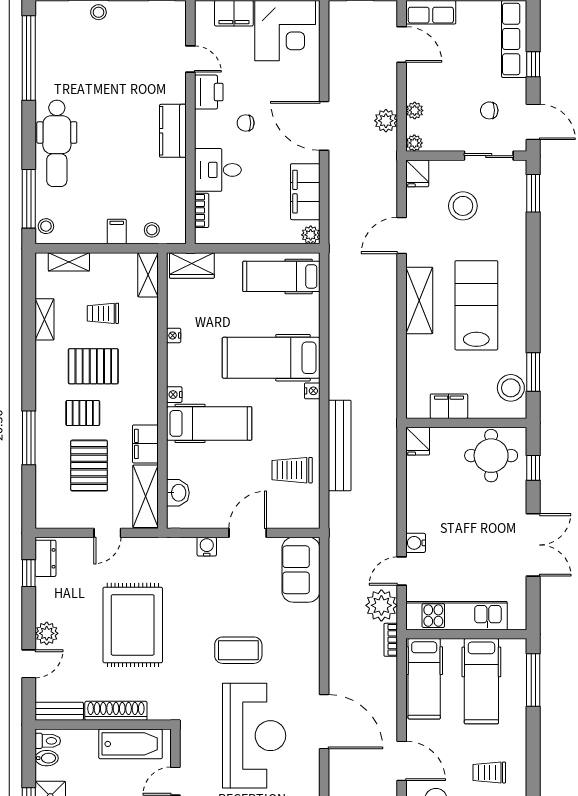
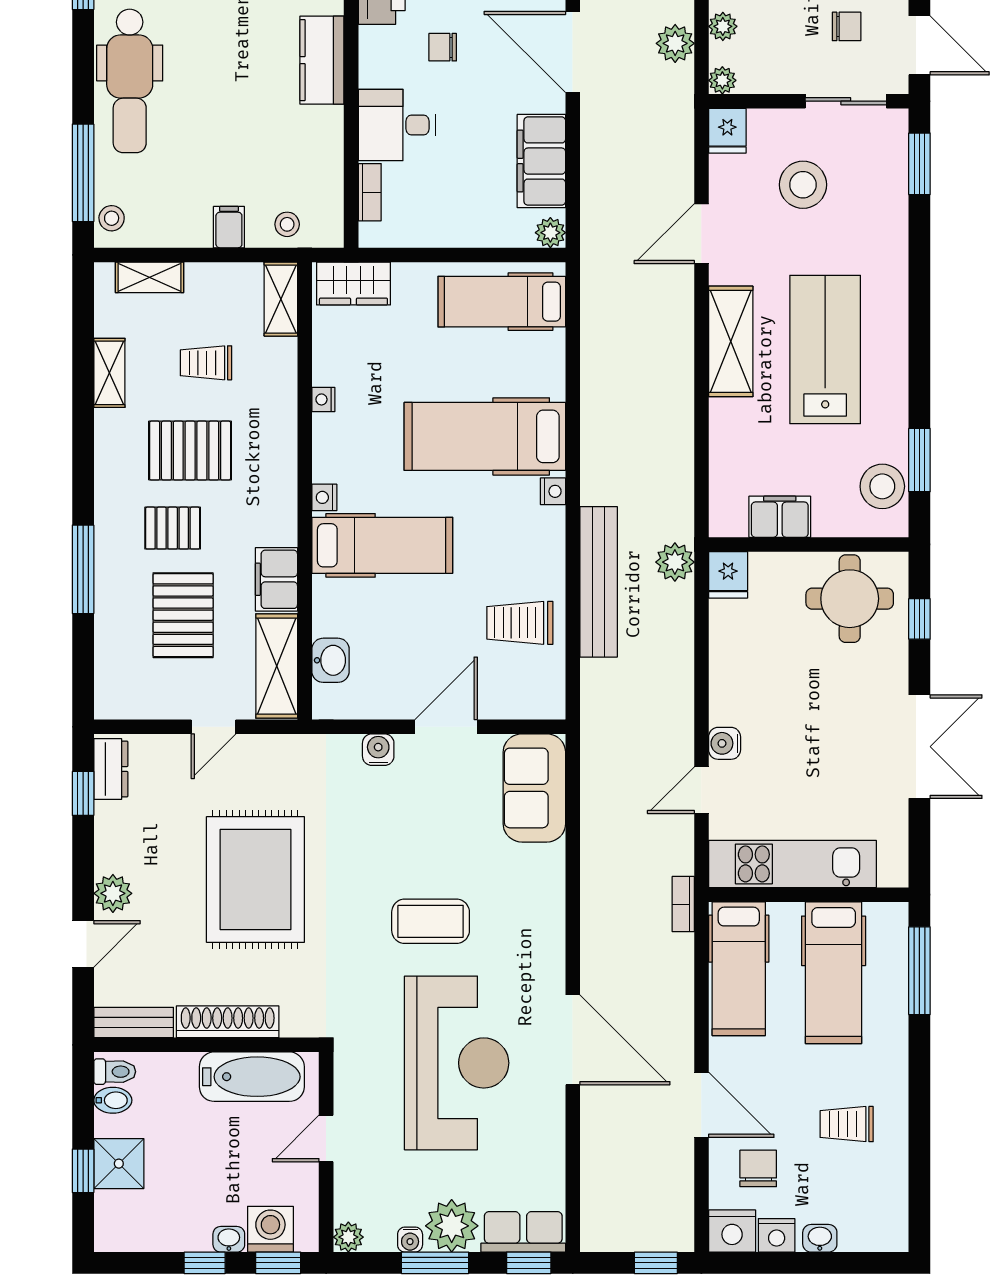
chair: (489, 110) -> (847, 26), turned 180
plant: (381, 605) -> (675, 562), moved, width x0.73, depth x0.73

